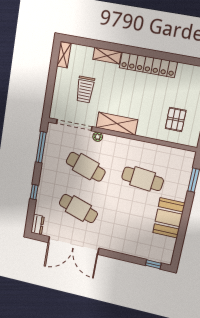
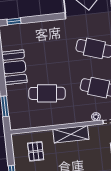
shelving: (117, 124) -> (71, 134), moved

